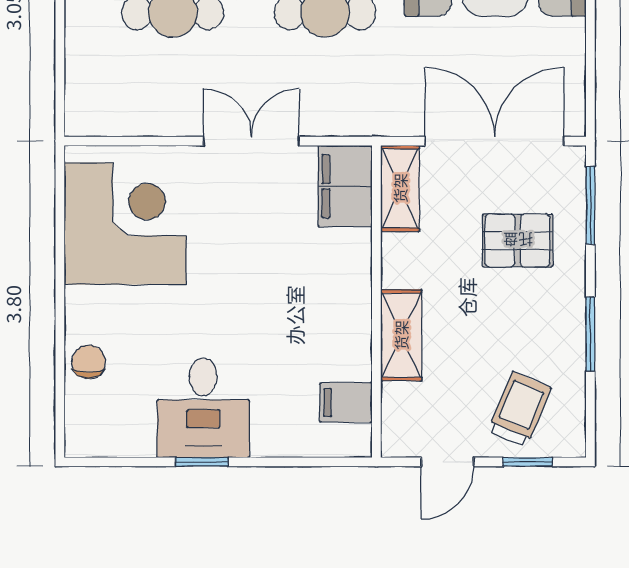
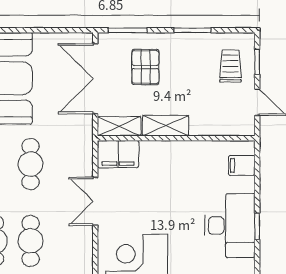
shelving: (401, 335) -> (166, 126), moved
filing cabinet: (346, 403) -> (242, 165), moved, turned 90
desk: (203, 408) -> (230, 226), width x1.37
trolley: (520, 409) -> (230, 66), turned 67

